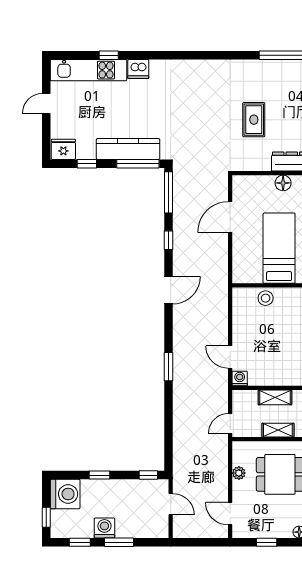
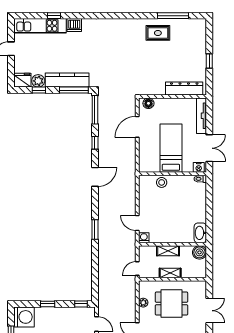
rug: (254, 120) -> (158, 33), moved, turned 90
plant: (86, 150) -> (38, 81), added
floor lamp: (283, 183) -> (148, 103), moved

